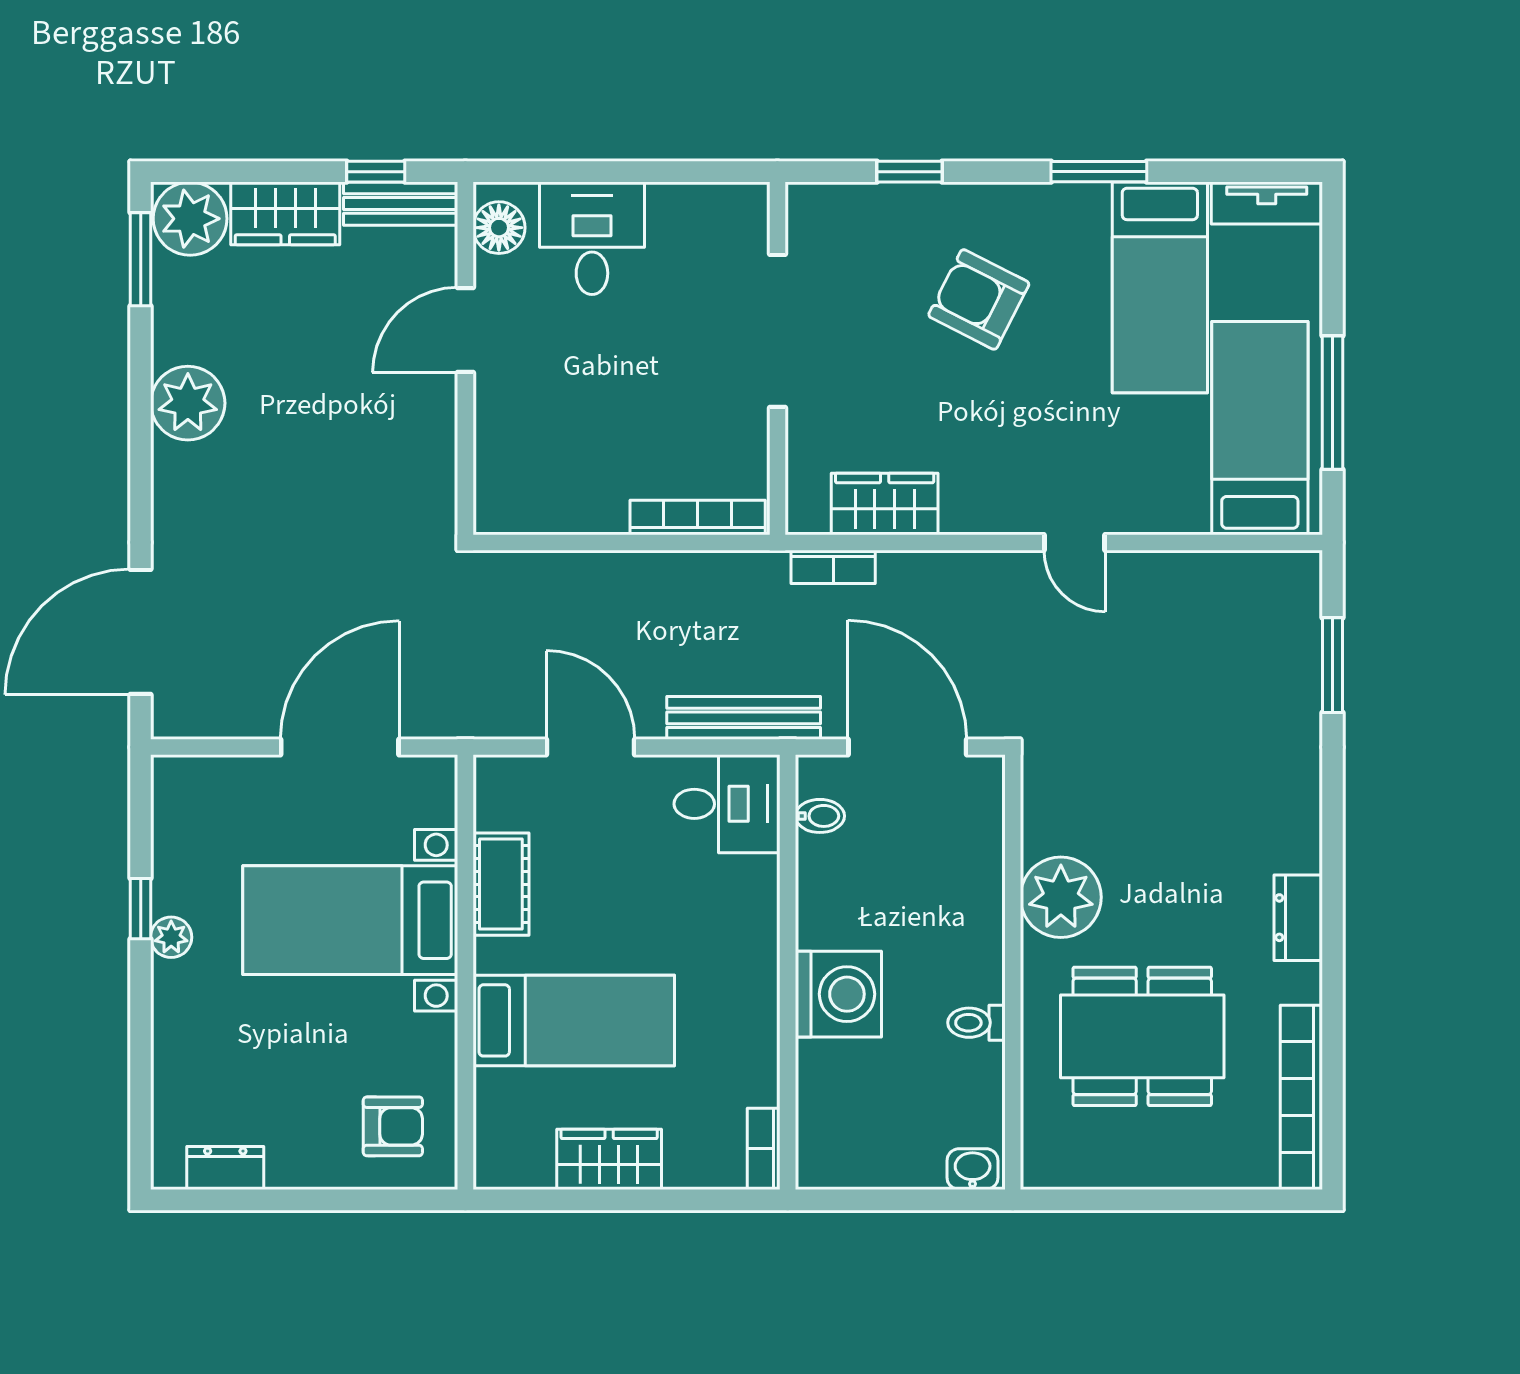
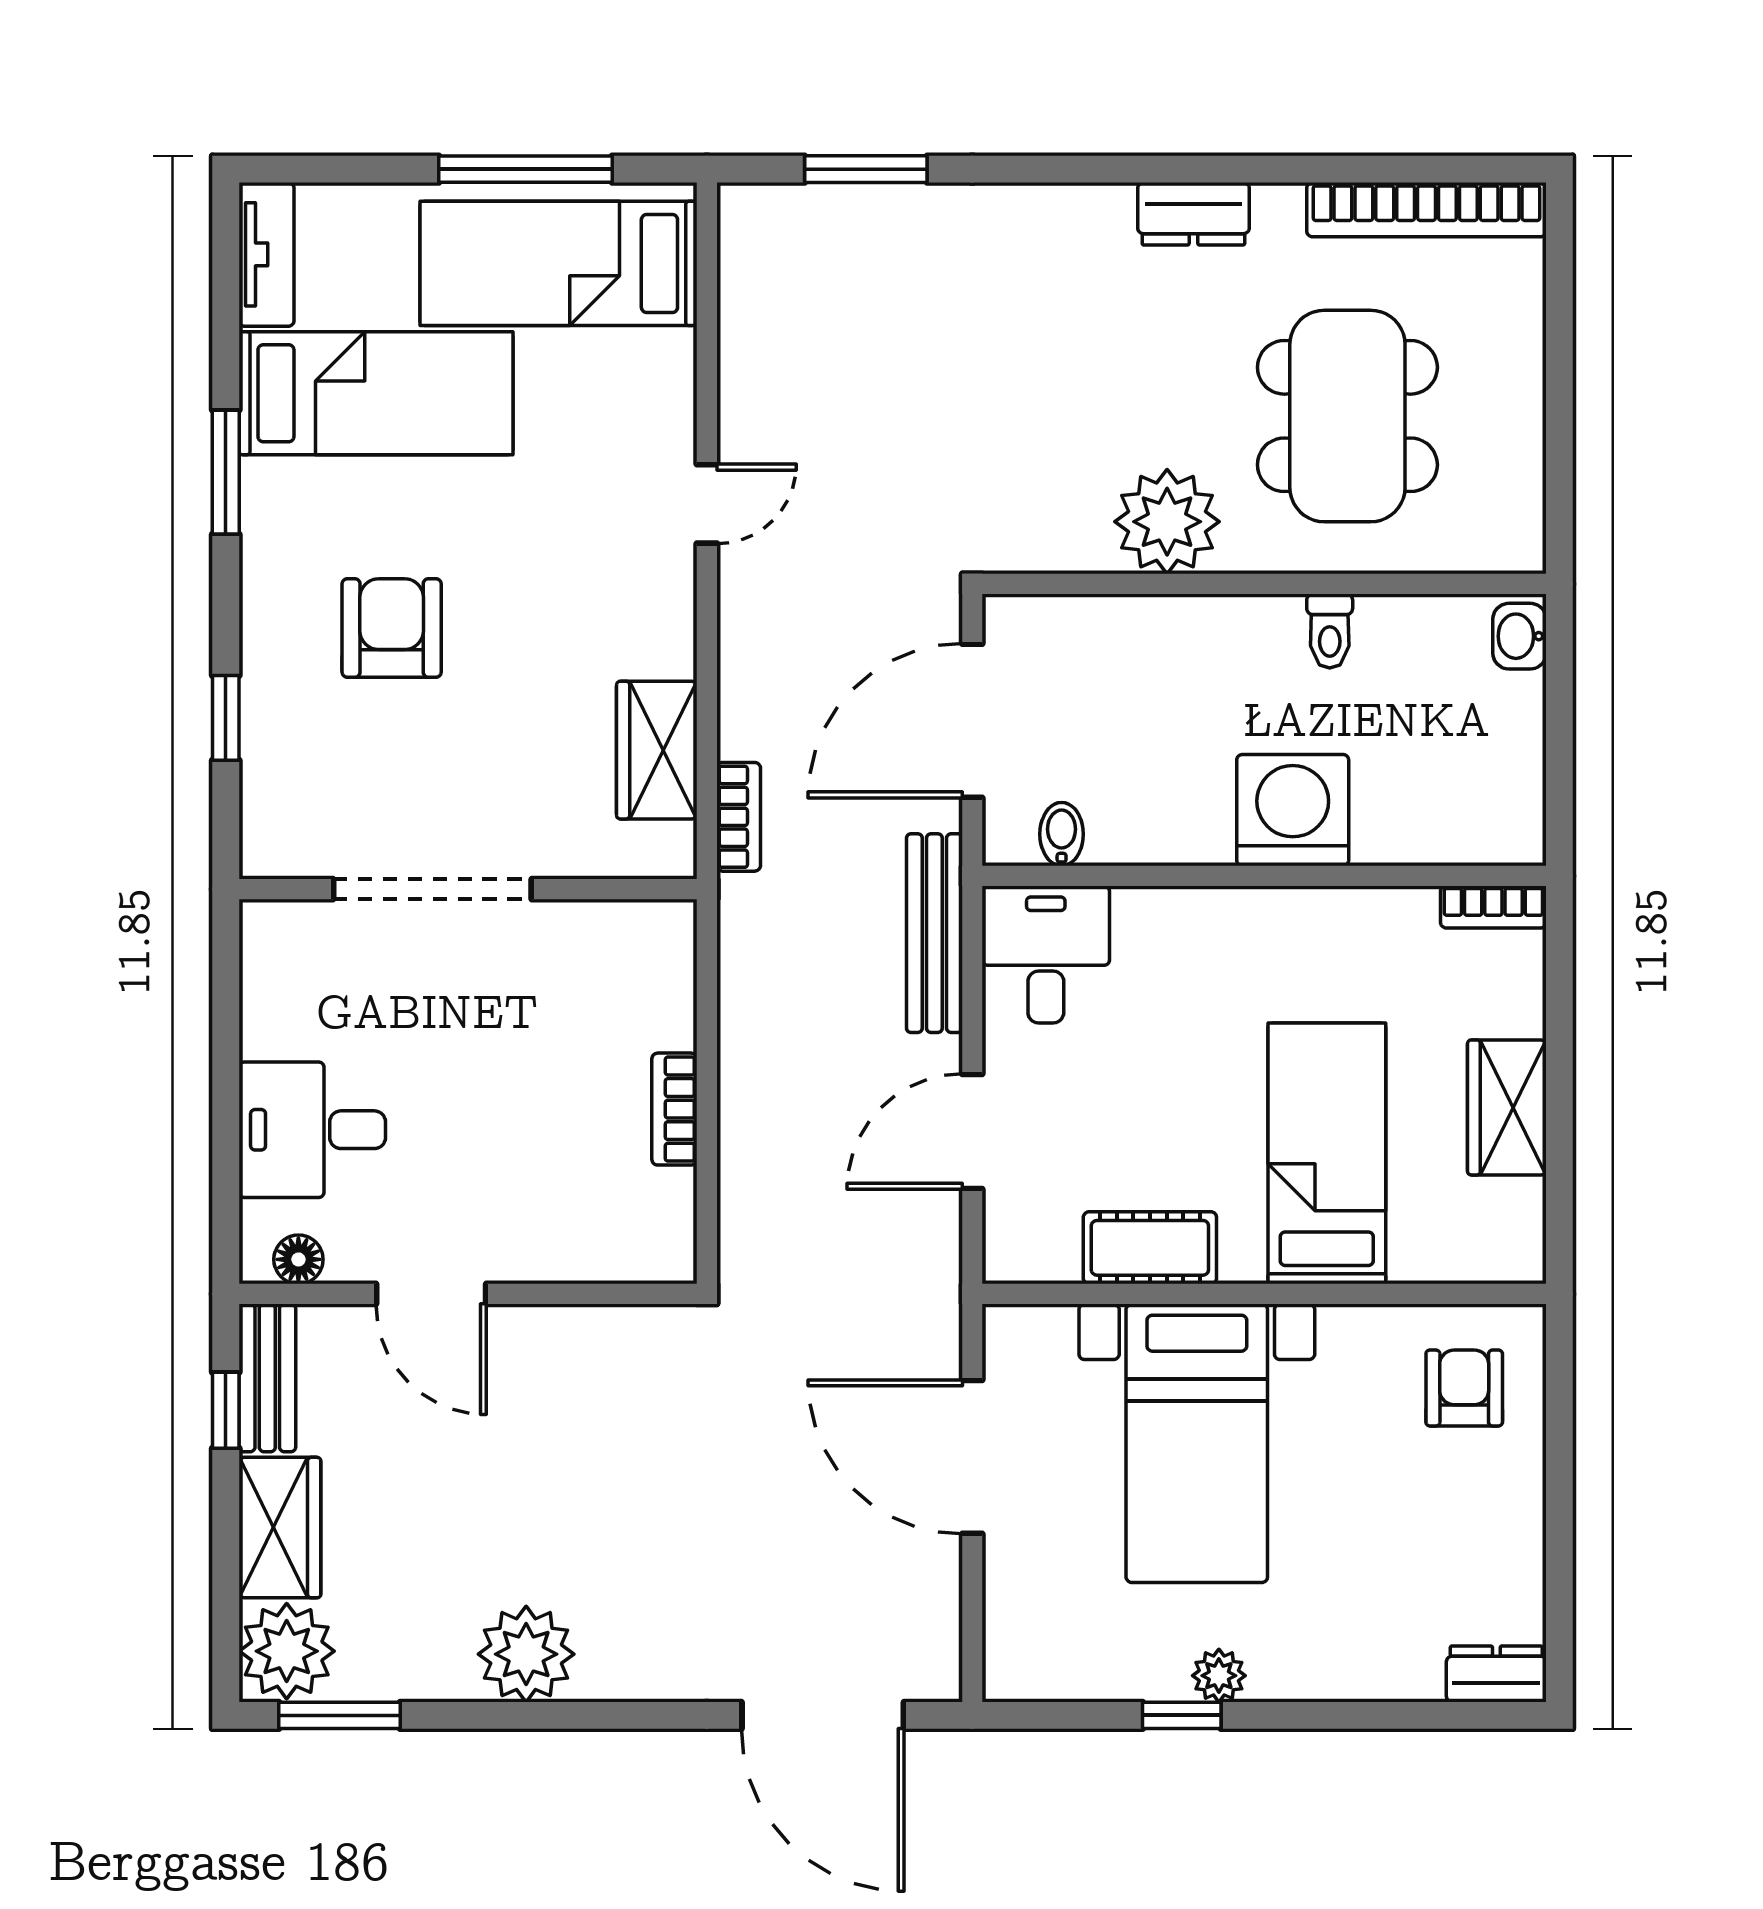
floor lamp: (499, 228) -> (298, 1259), width x0.73, depth x0.73
armchair: (979, 299) -> (392, 628), turned 153
bookcase: (698, 517) -> (674, 1109), moved, width x0.64
dresser: (225, 1168) -> (1496, 1674), moved, turned 90

